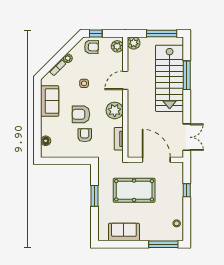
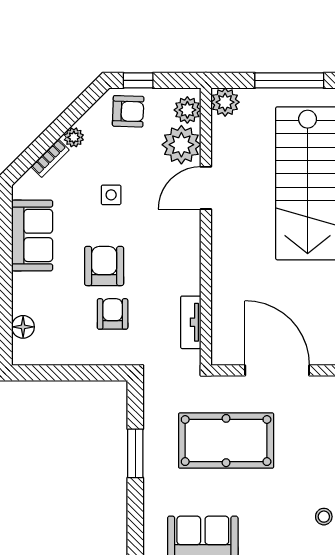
plant: (115, 110) -> (181, 145), moved
armchair: (81, 114) -> (104, 266), turned 90

